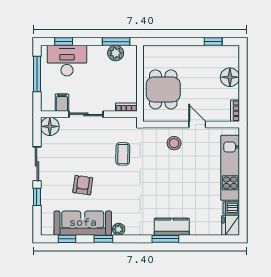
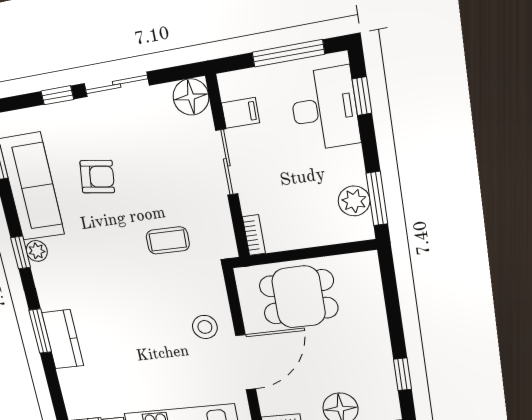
door: (197, 124) -> (246, 362), width x1.87
window: (103, 239) -> (21, 252), moved

